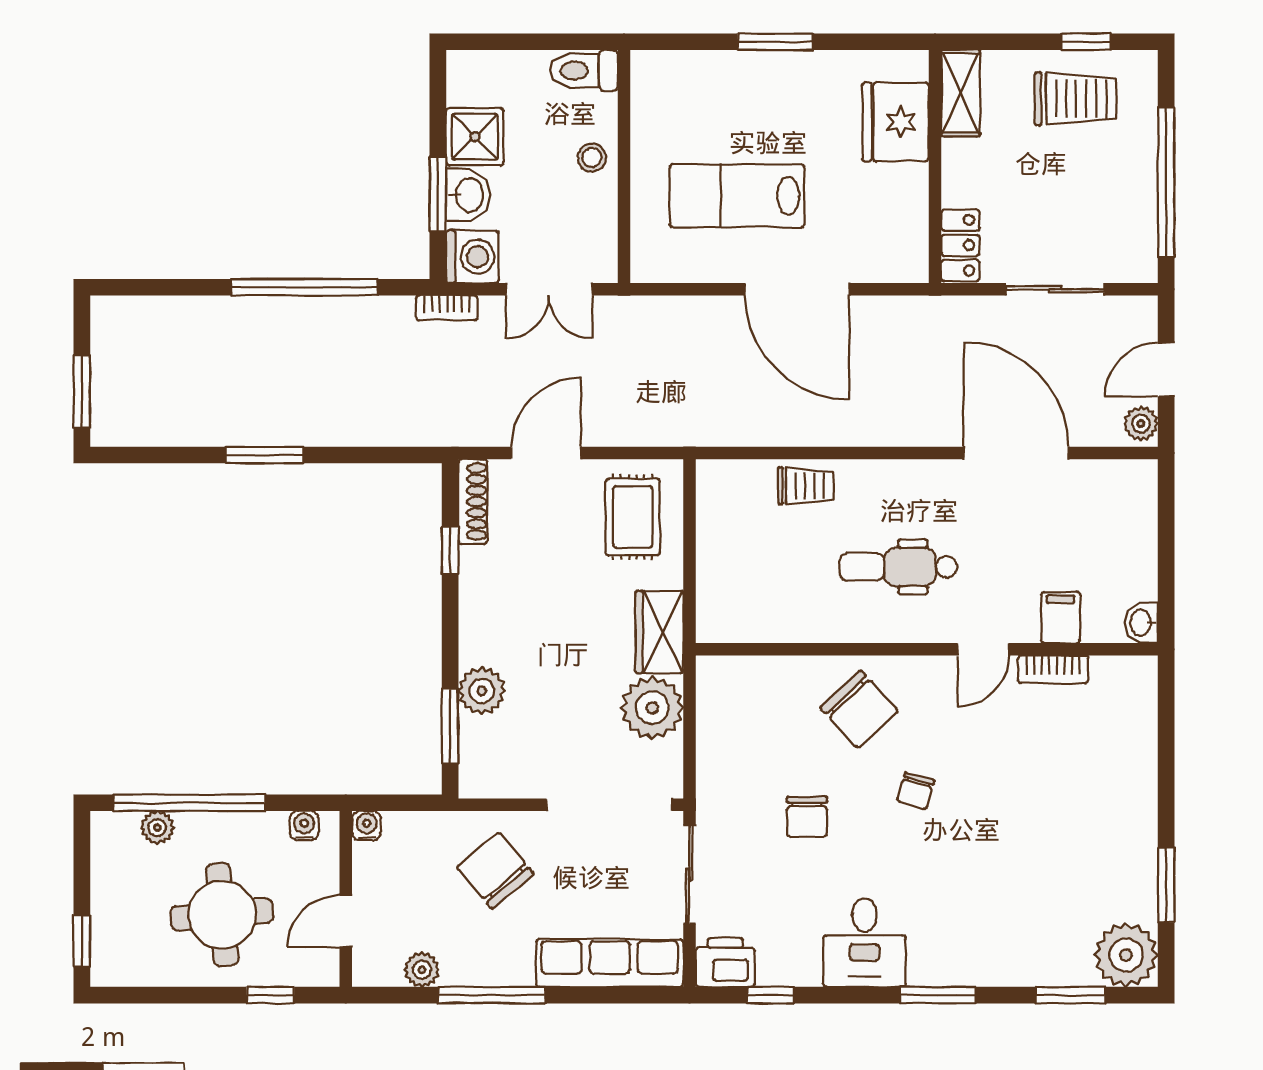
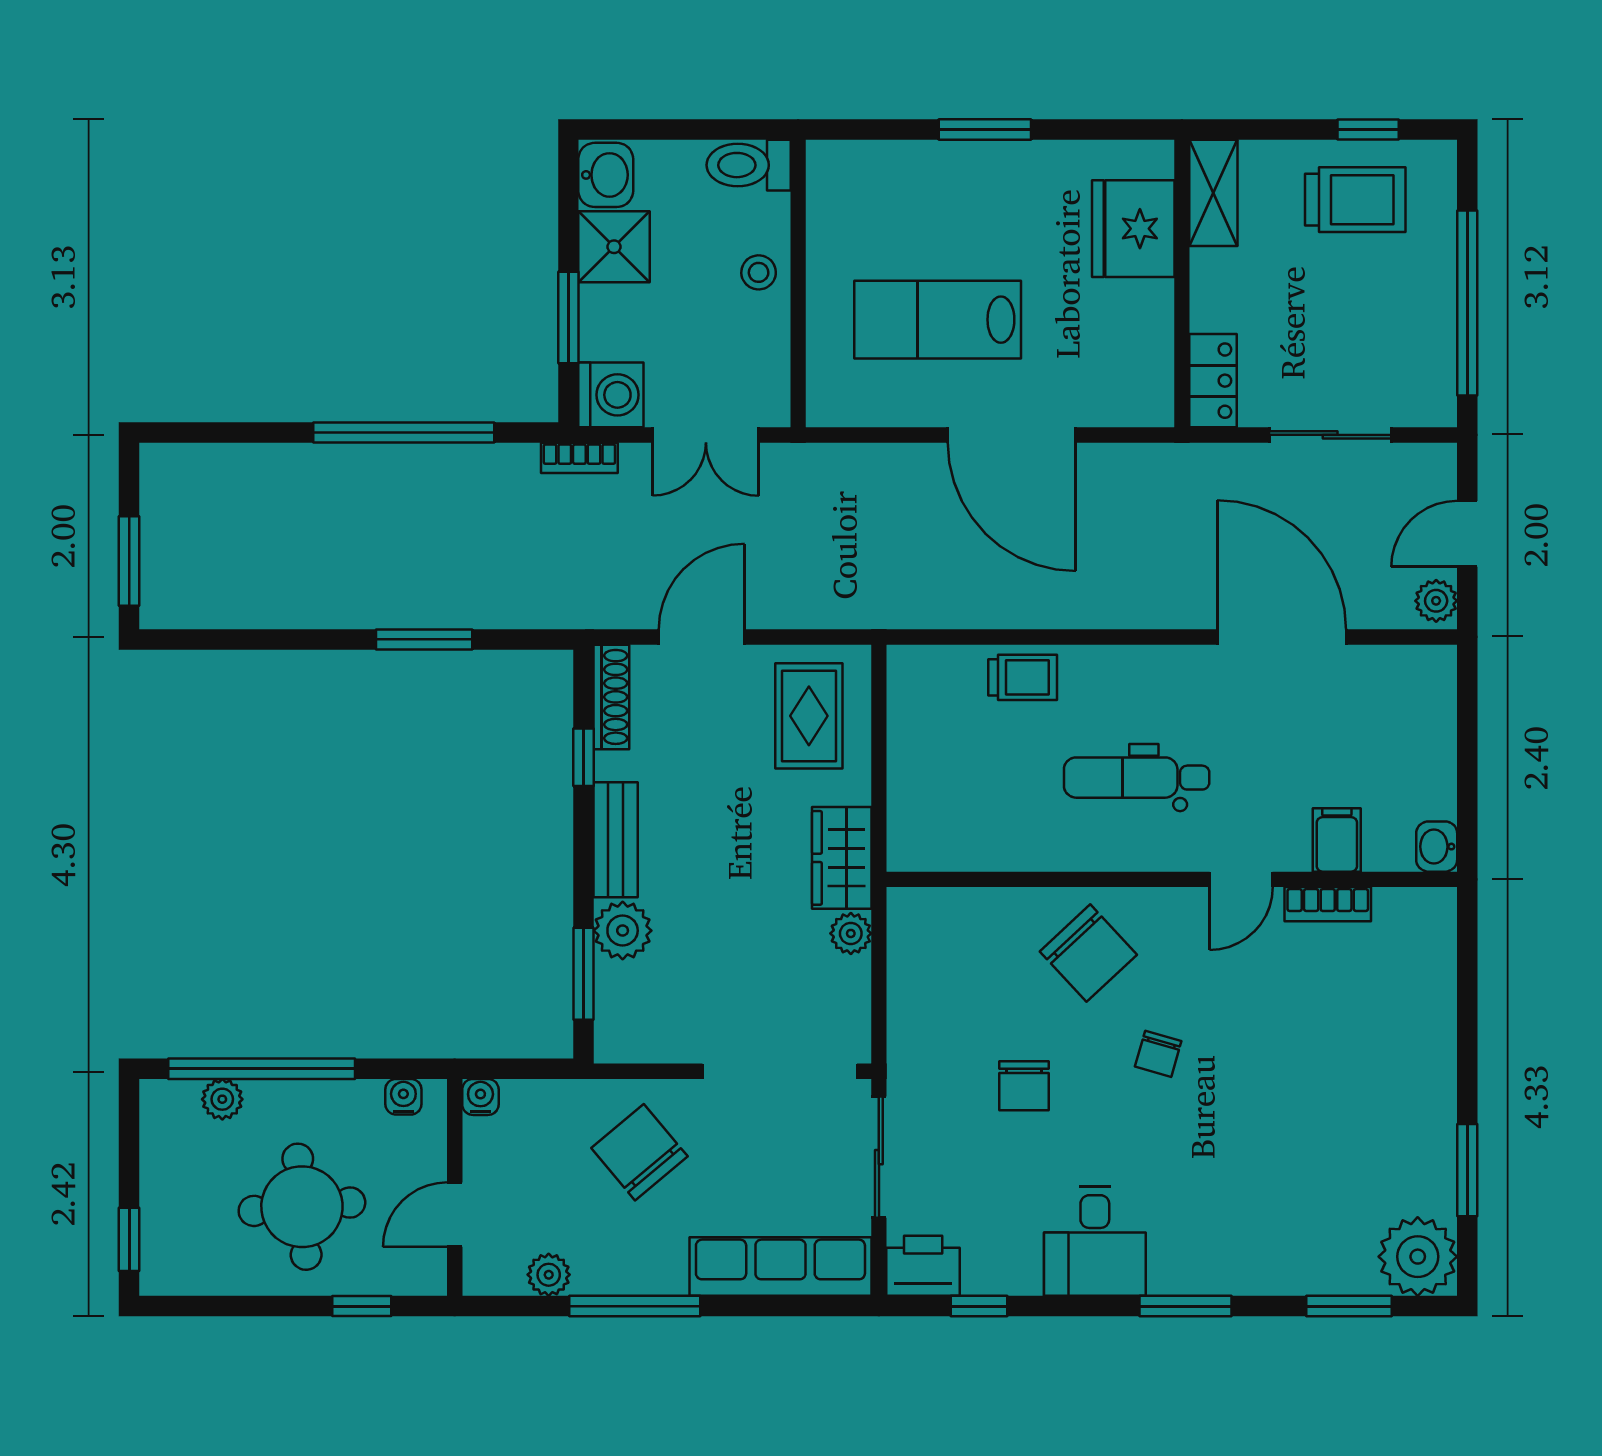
washbasin: (468, 195) -> (606, 175), moved
window: (265, 455) -> (424, 639), moved
bench: (476, 617) -> (616, 840), added
plant: (652, 708) -> (851, 933), width x0.53, depth x0.53

